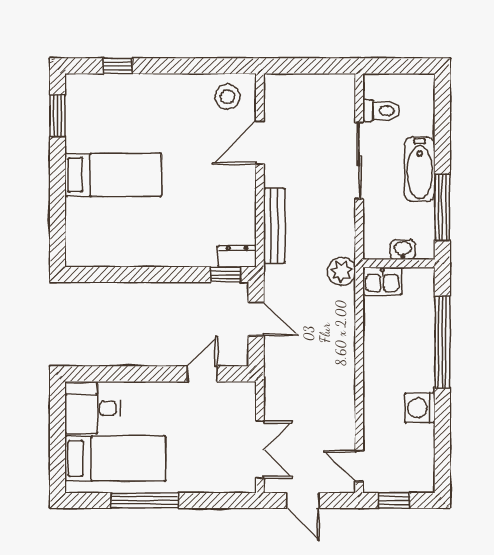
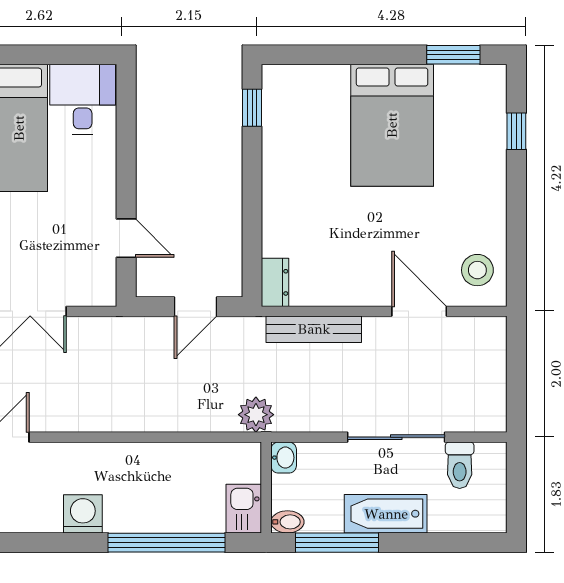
bed: (113, 175) -> (392, 125), width x1.50
bidet: (426, 247) -> (287, 522), added
washbasin: (403, 250) -> (284, 458), moved
window: (226, 274) -> (252, 108), moved
kitchen sink: (382, 281) -> (244, 509), moved

